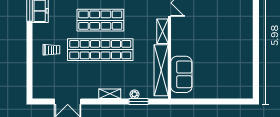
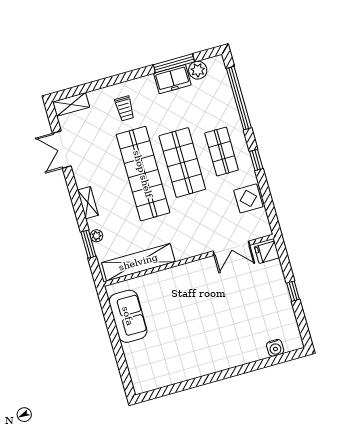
shelving: (163, 31) -> (71, 104), moved
sofa: (181, 74) -> (128, 316), moved, turned -90

